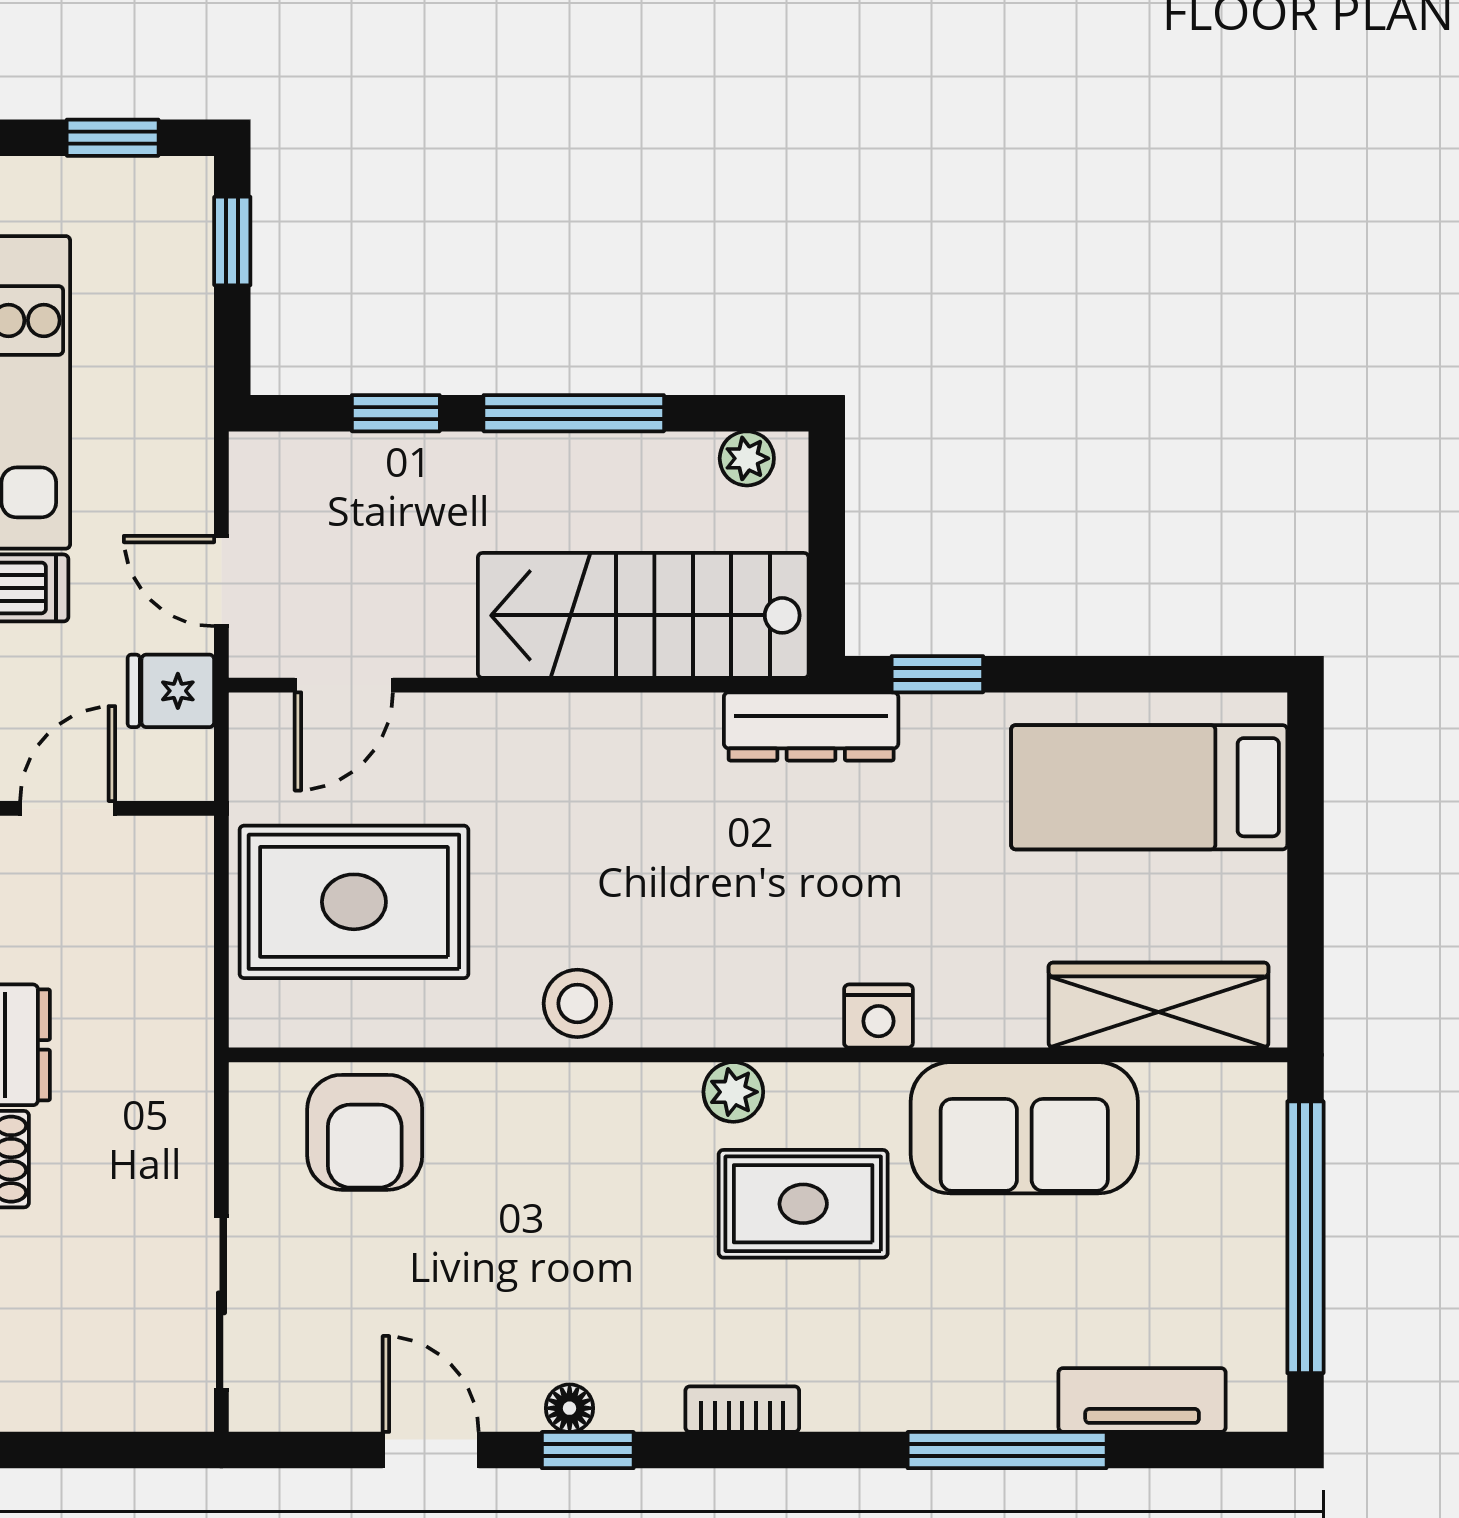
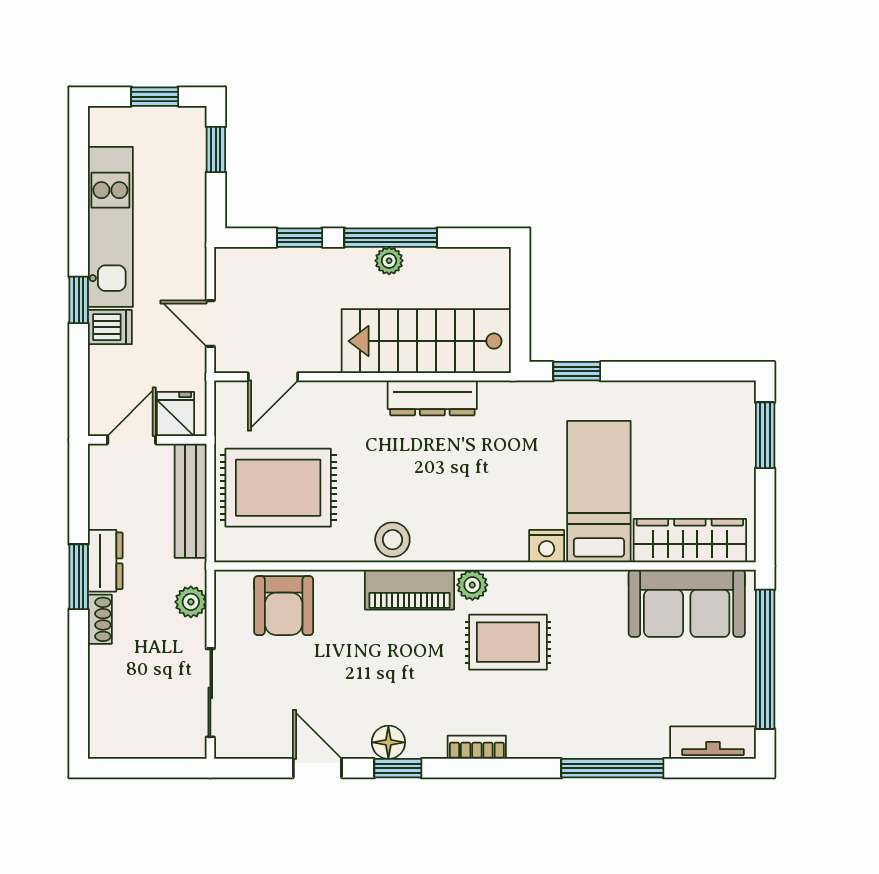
plant: (747, 458) -> (389, 261), moved
fridge: (171, 691) -> (176, 414), moved, turned 90
dresser: (811, 726) -> (432, 398), moved
bed: (1149, 787) -> (599, 492), moved, turned 90
window: (1305, 799) -> (765, 435), added
bench: (183, 927) -> (191, 501), added
piano: (611, 1101) -> (409, 590), added
plant: (183, 1125) -> (191, 602), added
sofa: (1024, 1128) -> (687, 603), moved
tv unit: (1142, 1400) -> (713, 743), moved
floor lamp: (570, 1408) -> (388, 742), width x1.37, depth x1.37

